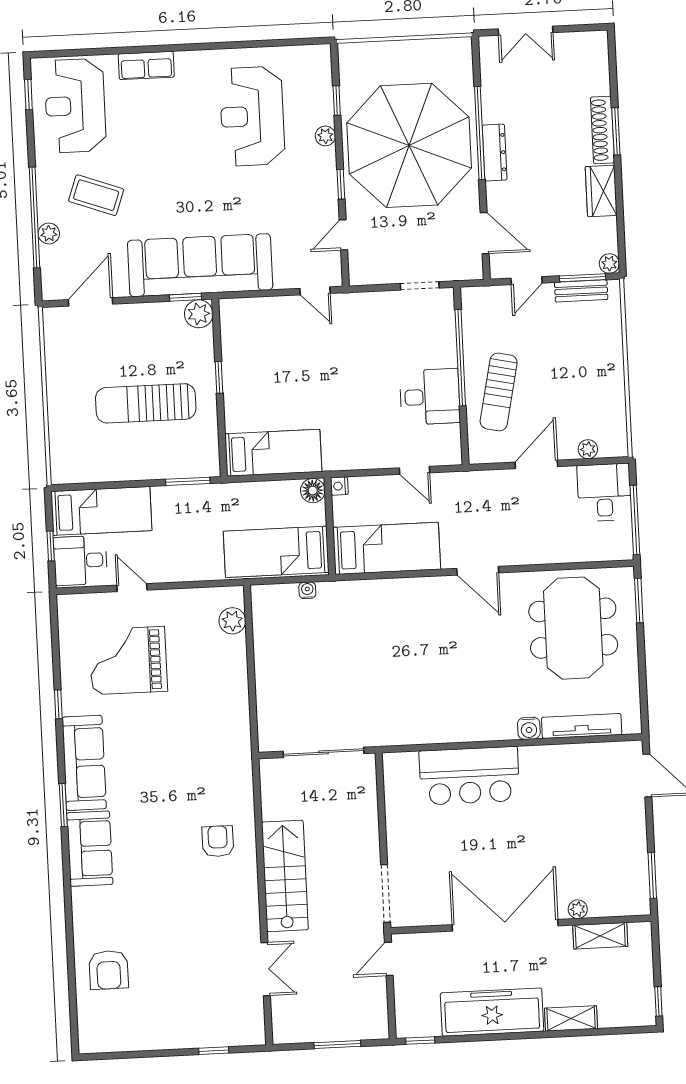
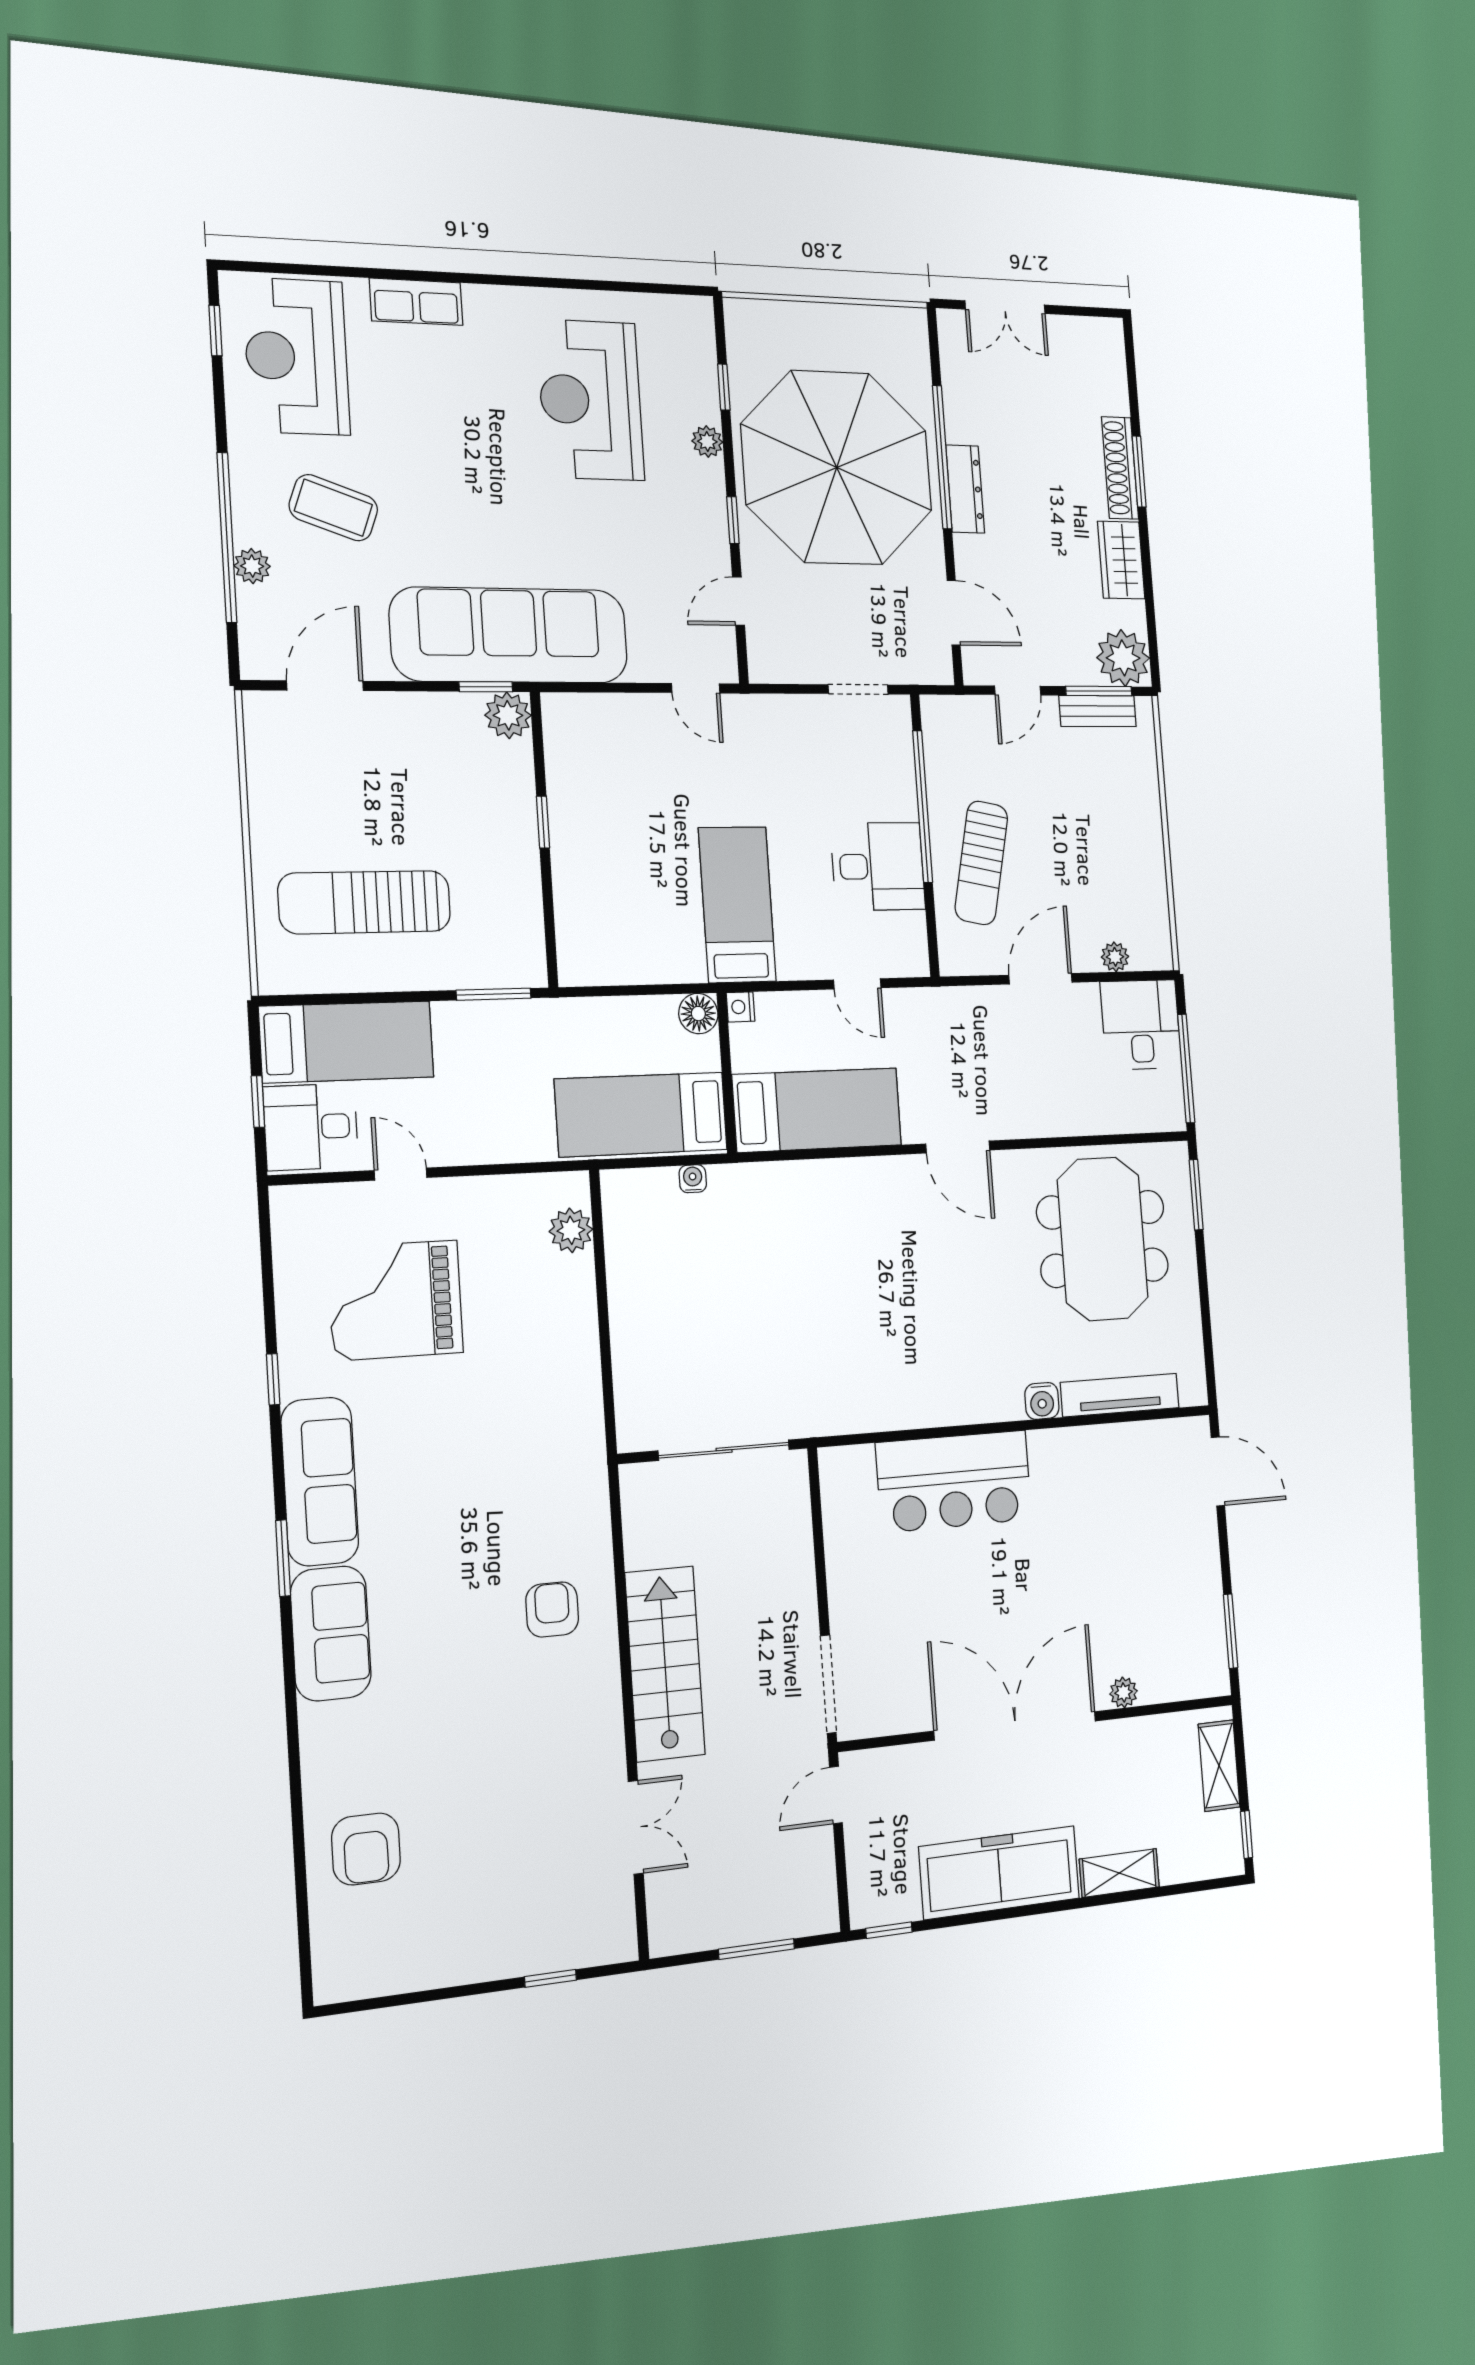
plant: (609, 264) -> (1123, 658), width x1.88, depth x1.88
sun lounger: (146, 403) -> (365, 902), moved
bed: (273, 453) -> (737, 905), moved, turned -90
shelving: (600, 936) -> (1219, 1766), moved, turned 90

